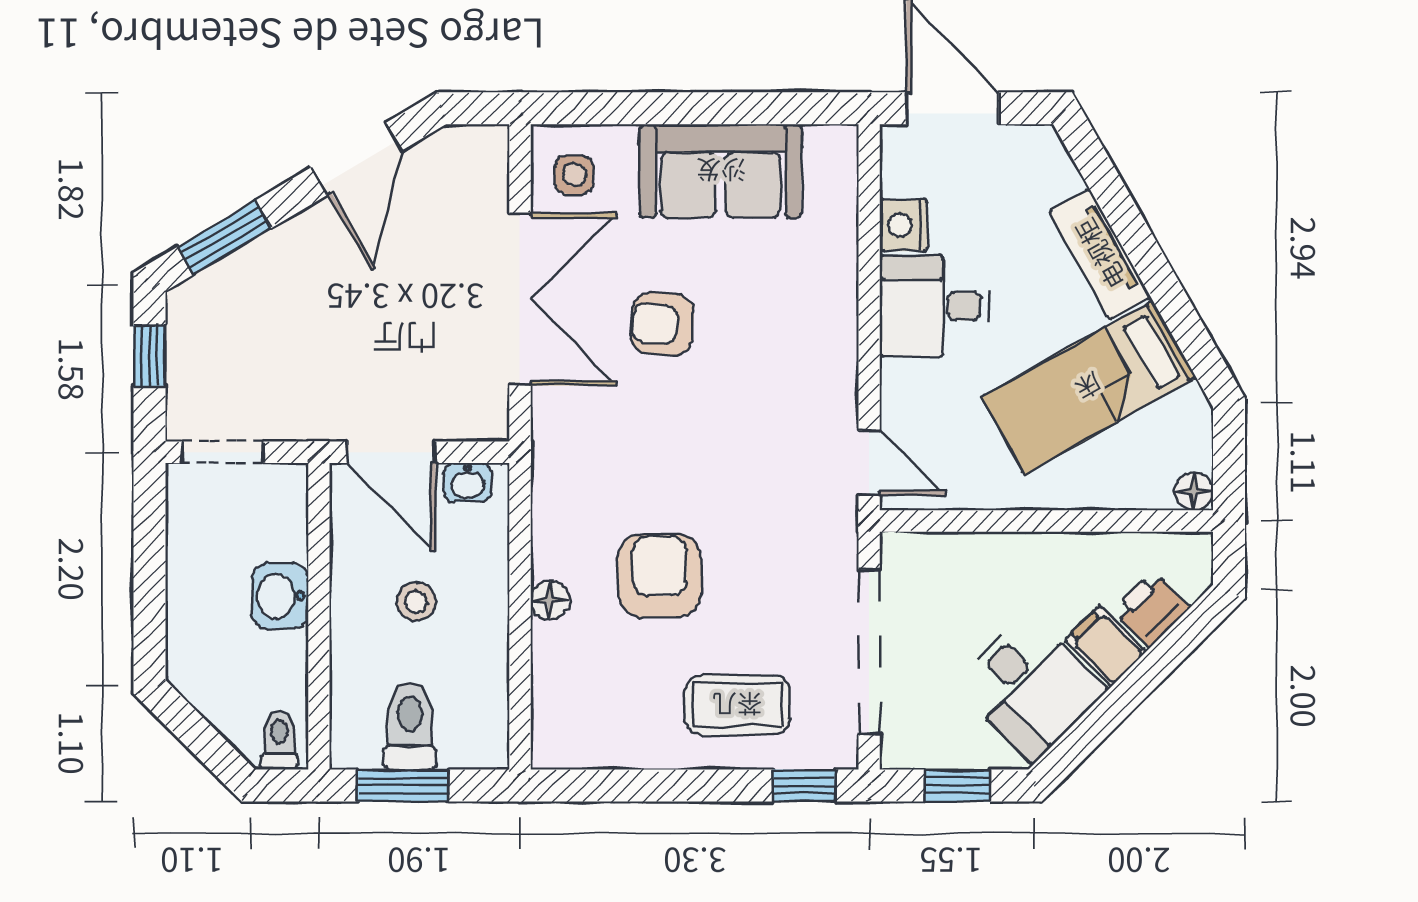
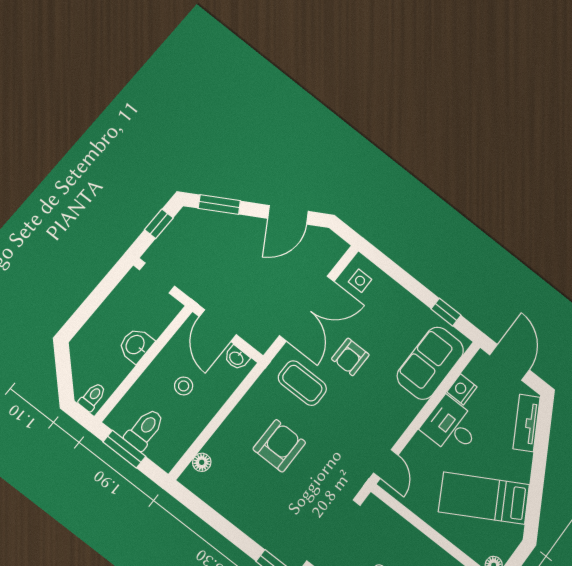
window: (770, 108) -> (446, 312), added
sofa: (721, 171) -> (430, 363), moved, turned 90
tv unit: (1100, 254) -> (527, 423), moved
armchair: (662, 324) -> (350, 357), turned -94
floor lamp: (550, 600) -> (202, 462), moved
coffee table: (737, 705) -> (302, 383), moved

